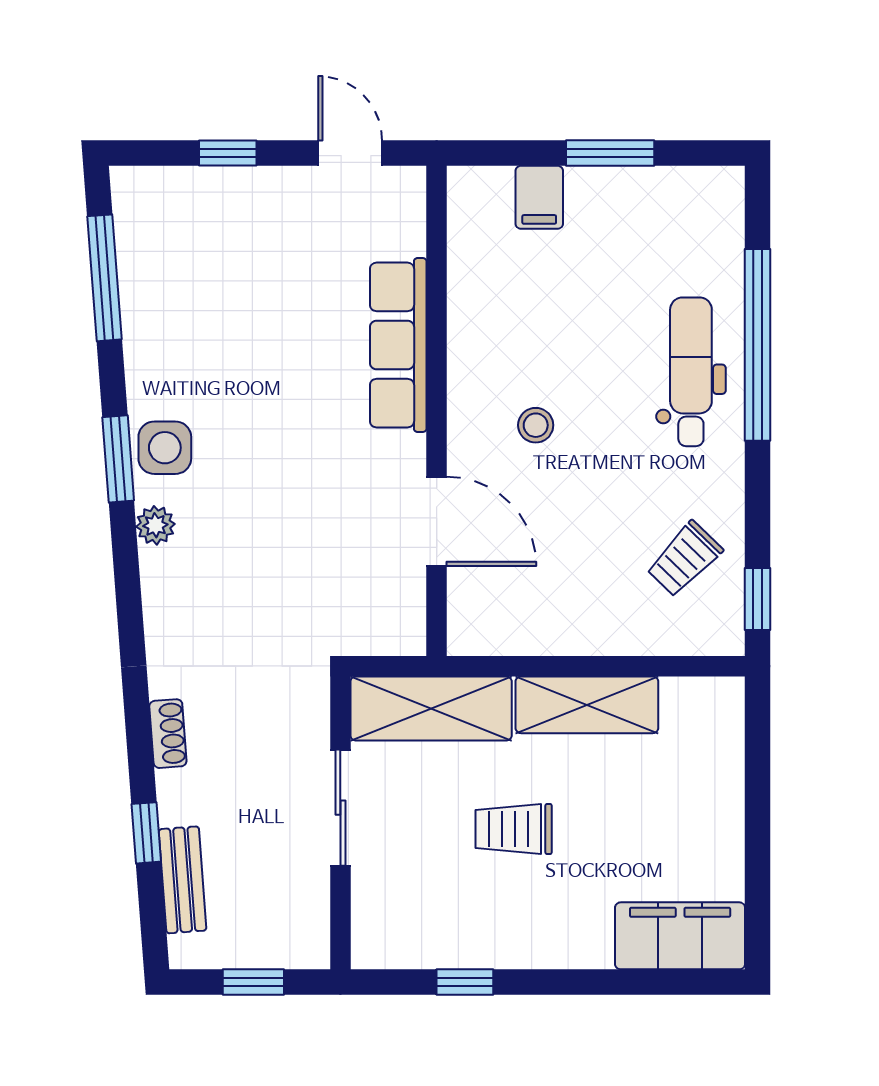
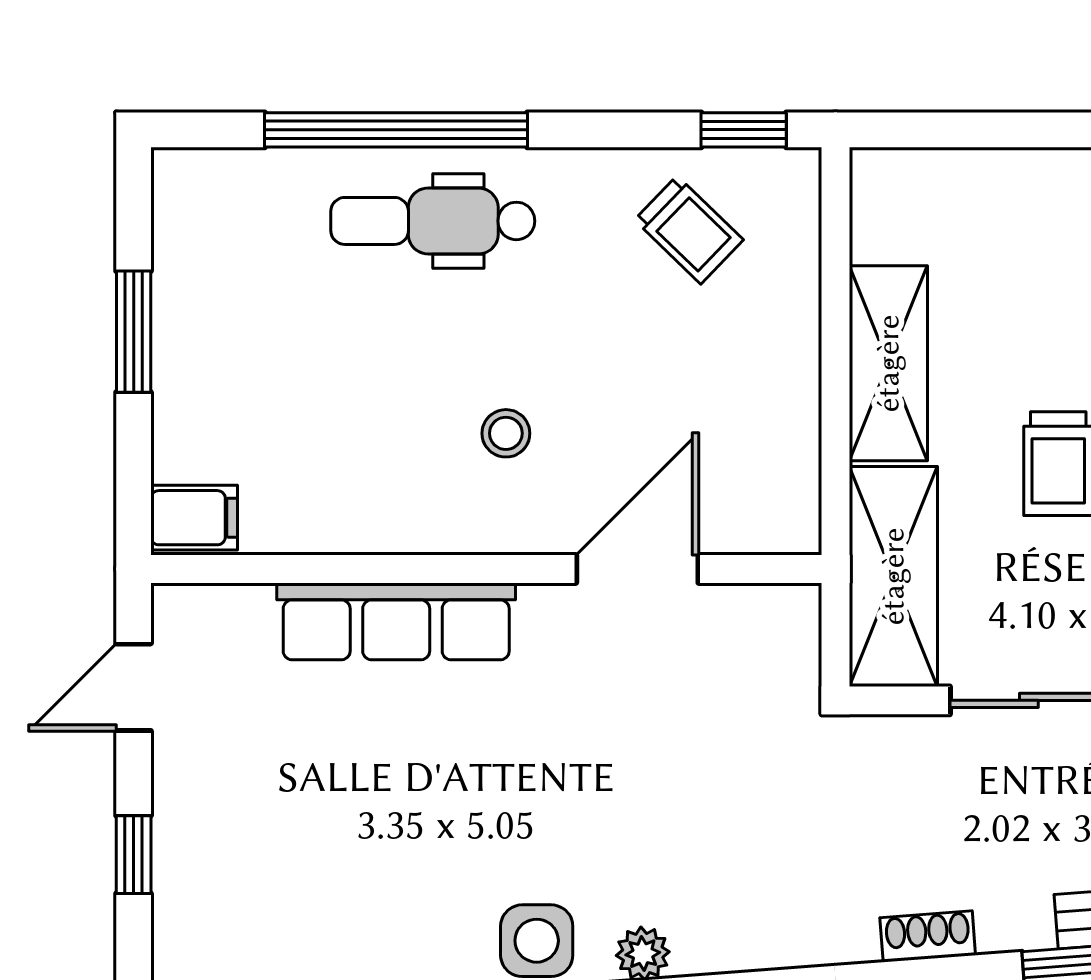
filing cabinet: (539, 197) -> (194, 518), moved

